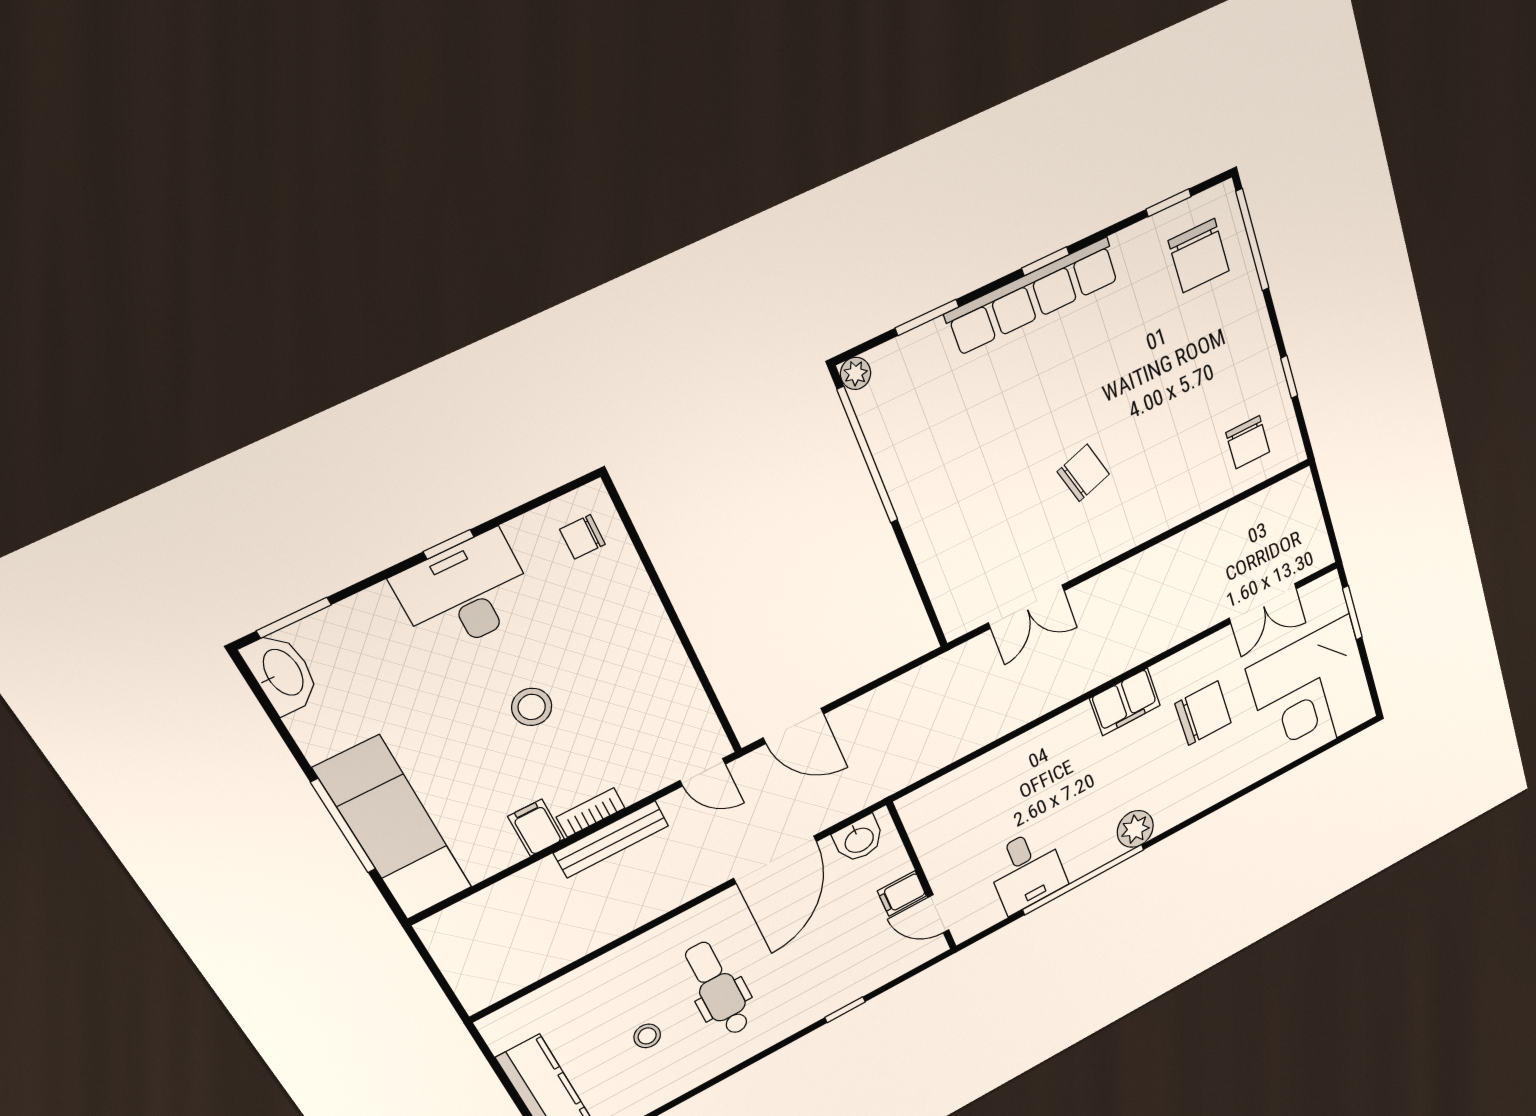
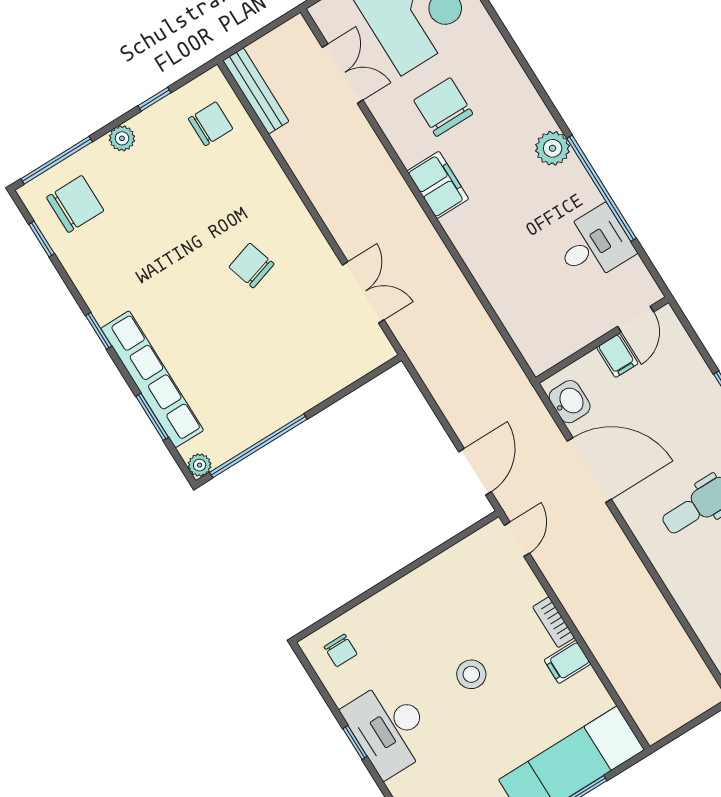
row of seats: (1033, 296) -> (152, 379), moved
plant: (1257, 329) -> (122, 138), added
bench: (611, 839) -> (256, 91), moved

